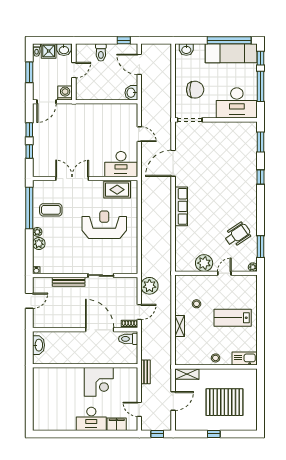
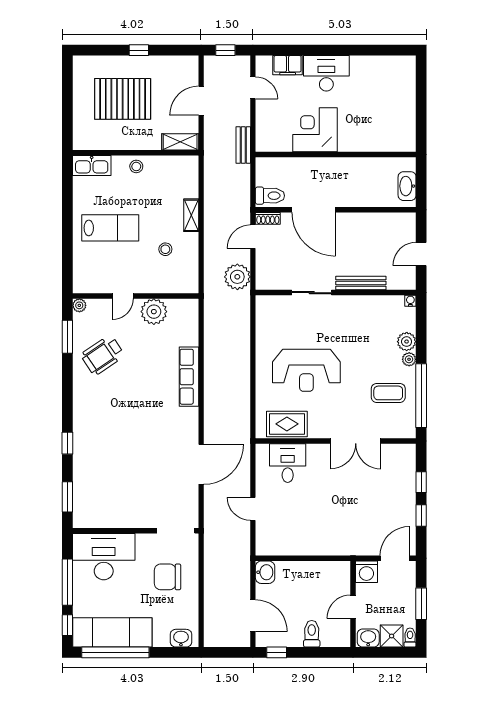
desk: (121, 164) -> (288, 463), width x0.73
row of seats: (181, 206) -> (189, 377), moved

